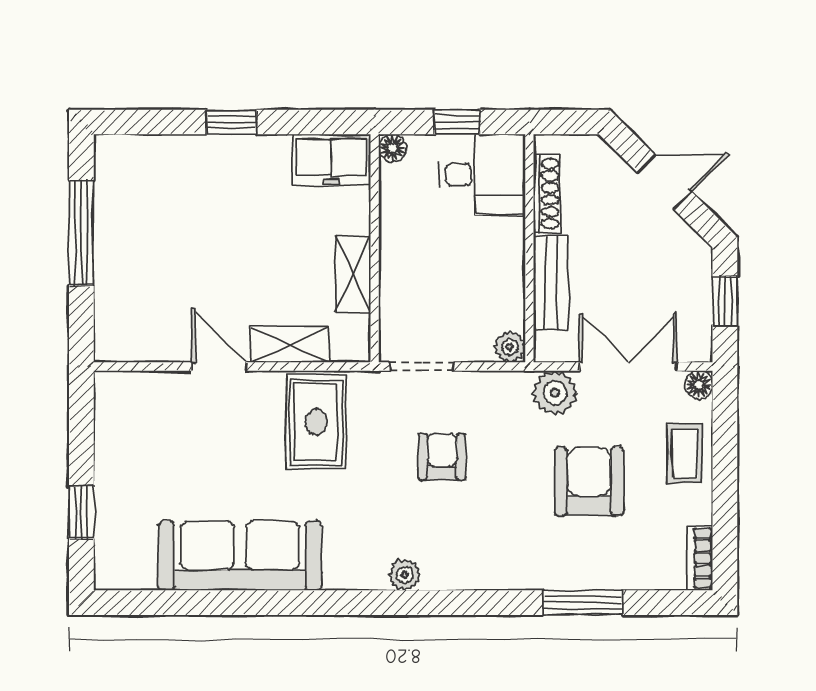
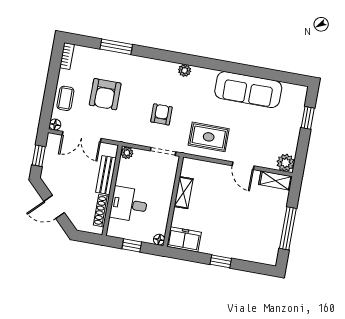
desk: (482, 174) -> (129, 204), moved
shelving: (290, 345) -> (275, 180), moved
plant: (555, 393) -> (286, 163), moved
rug: (316, 422) -> (209, 137), turned 90
armchair: (442, 457) -> (161, 114), turned 180

